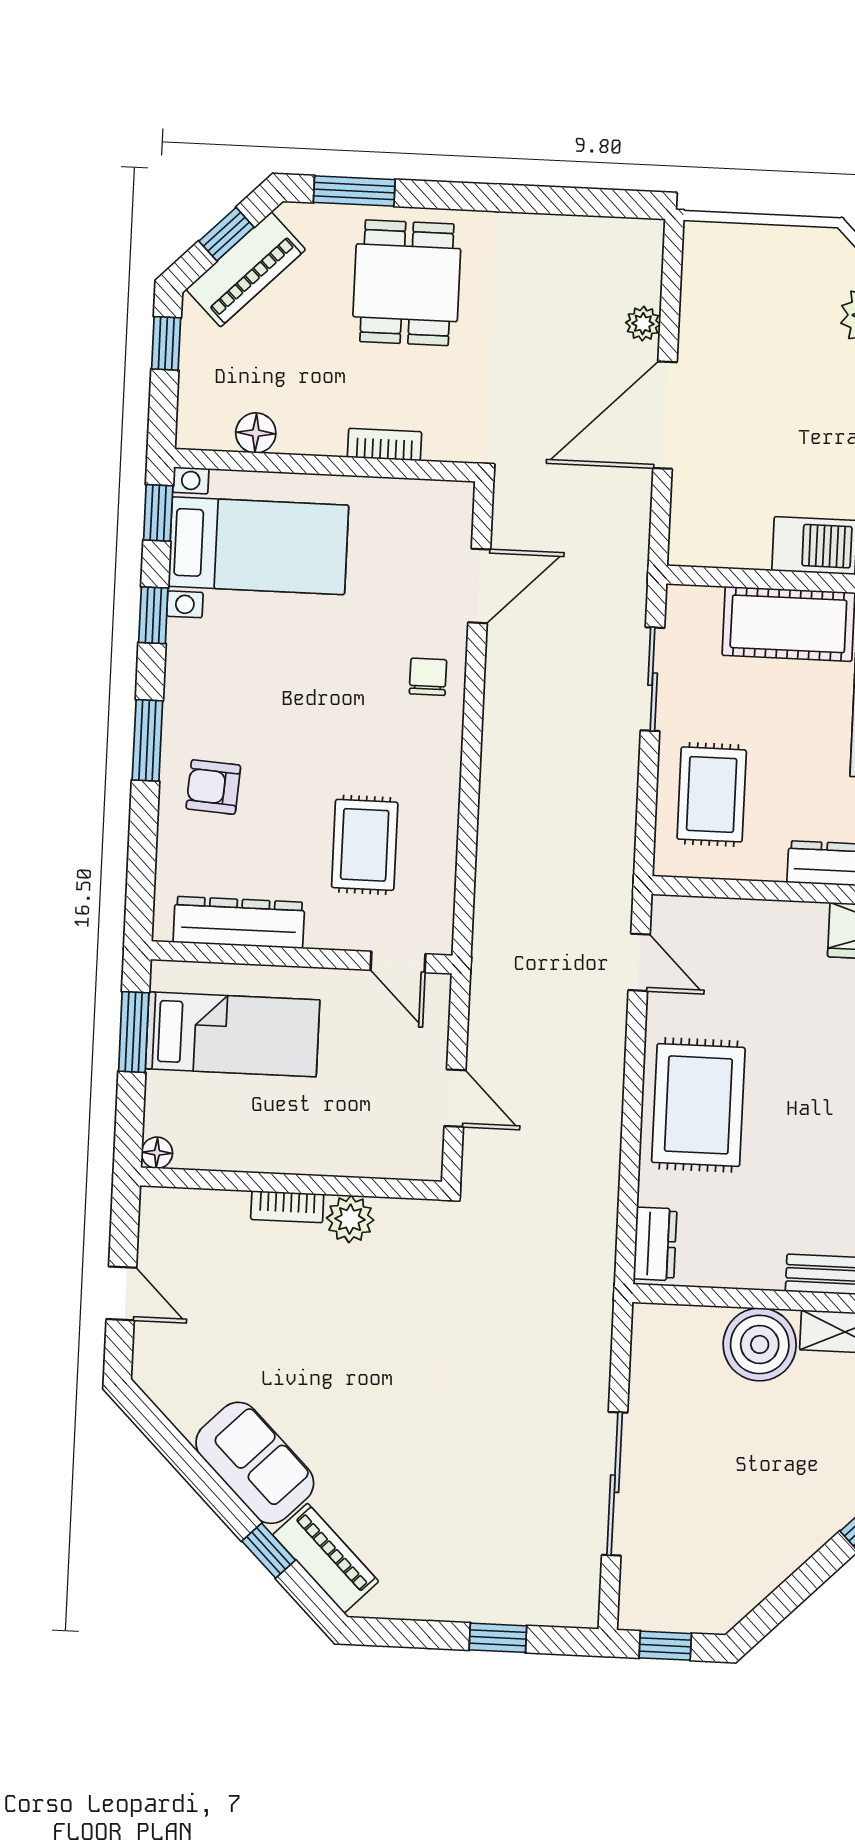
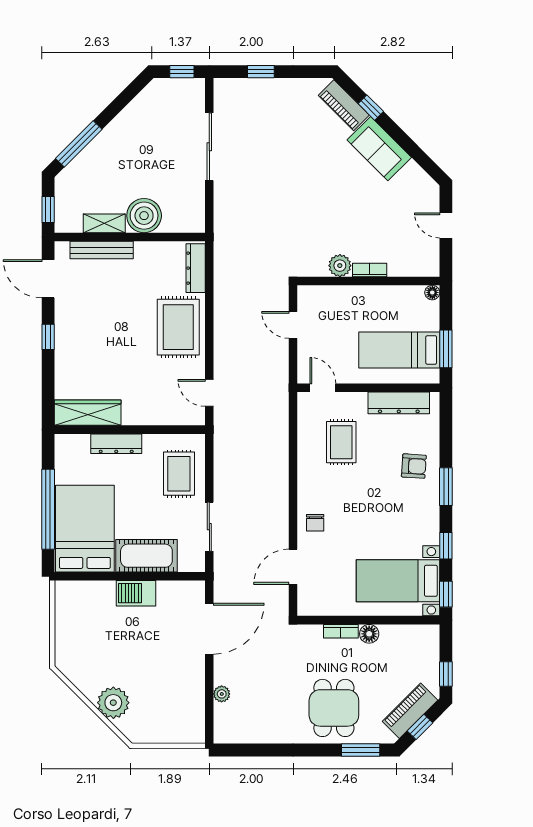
door: (665, 415) -> (209, 629), moved
floor lamp: (256, 433) -> (369, 634), moved
dresser: (655, 1244) -> (196, 268), width x1.44

